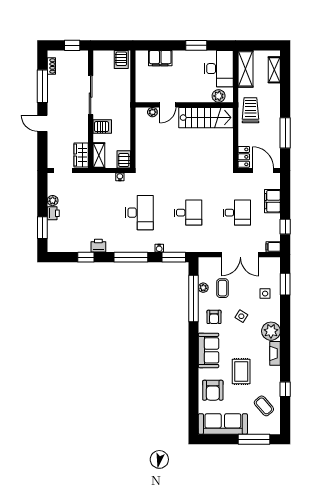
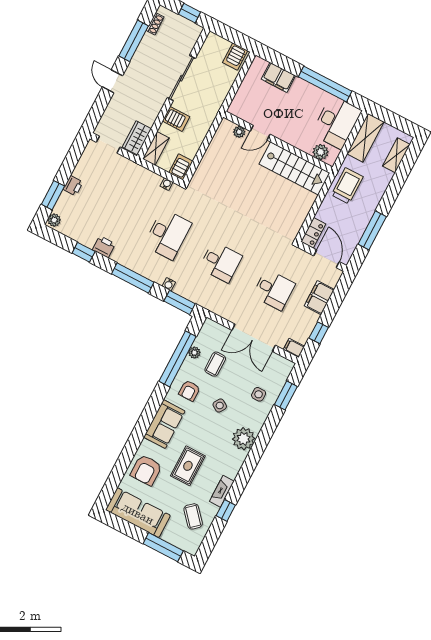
window: (196, 45) -> (325, 84), width x2.11
plant: (53, 201) -> (54, 220), moved
fireplace: (275, 353) -> (222, 491), moved

